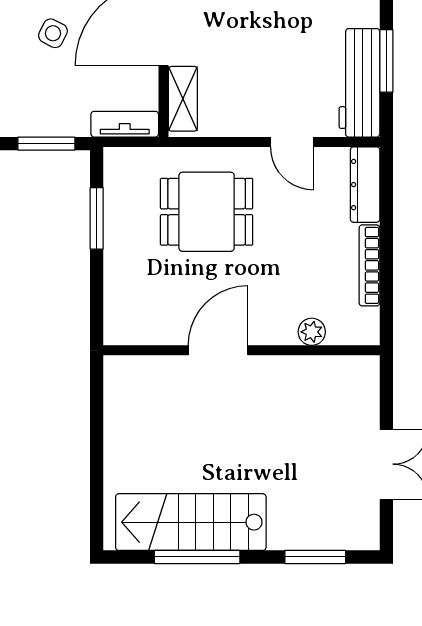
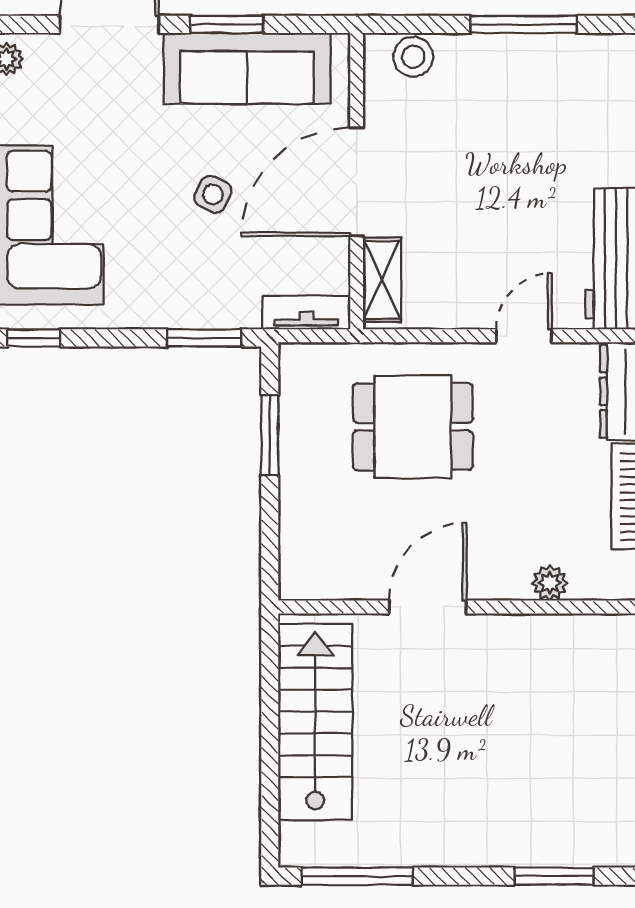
door: (292, 142) -> (524, 336), swing flipped
stairs: (191, 522) -> (315, 722), moved, turned 90
window: (197, 557) -> (357, 876), moved

